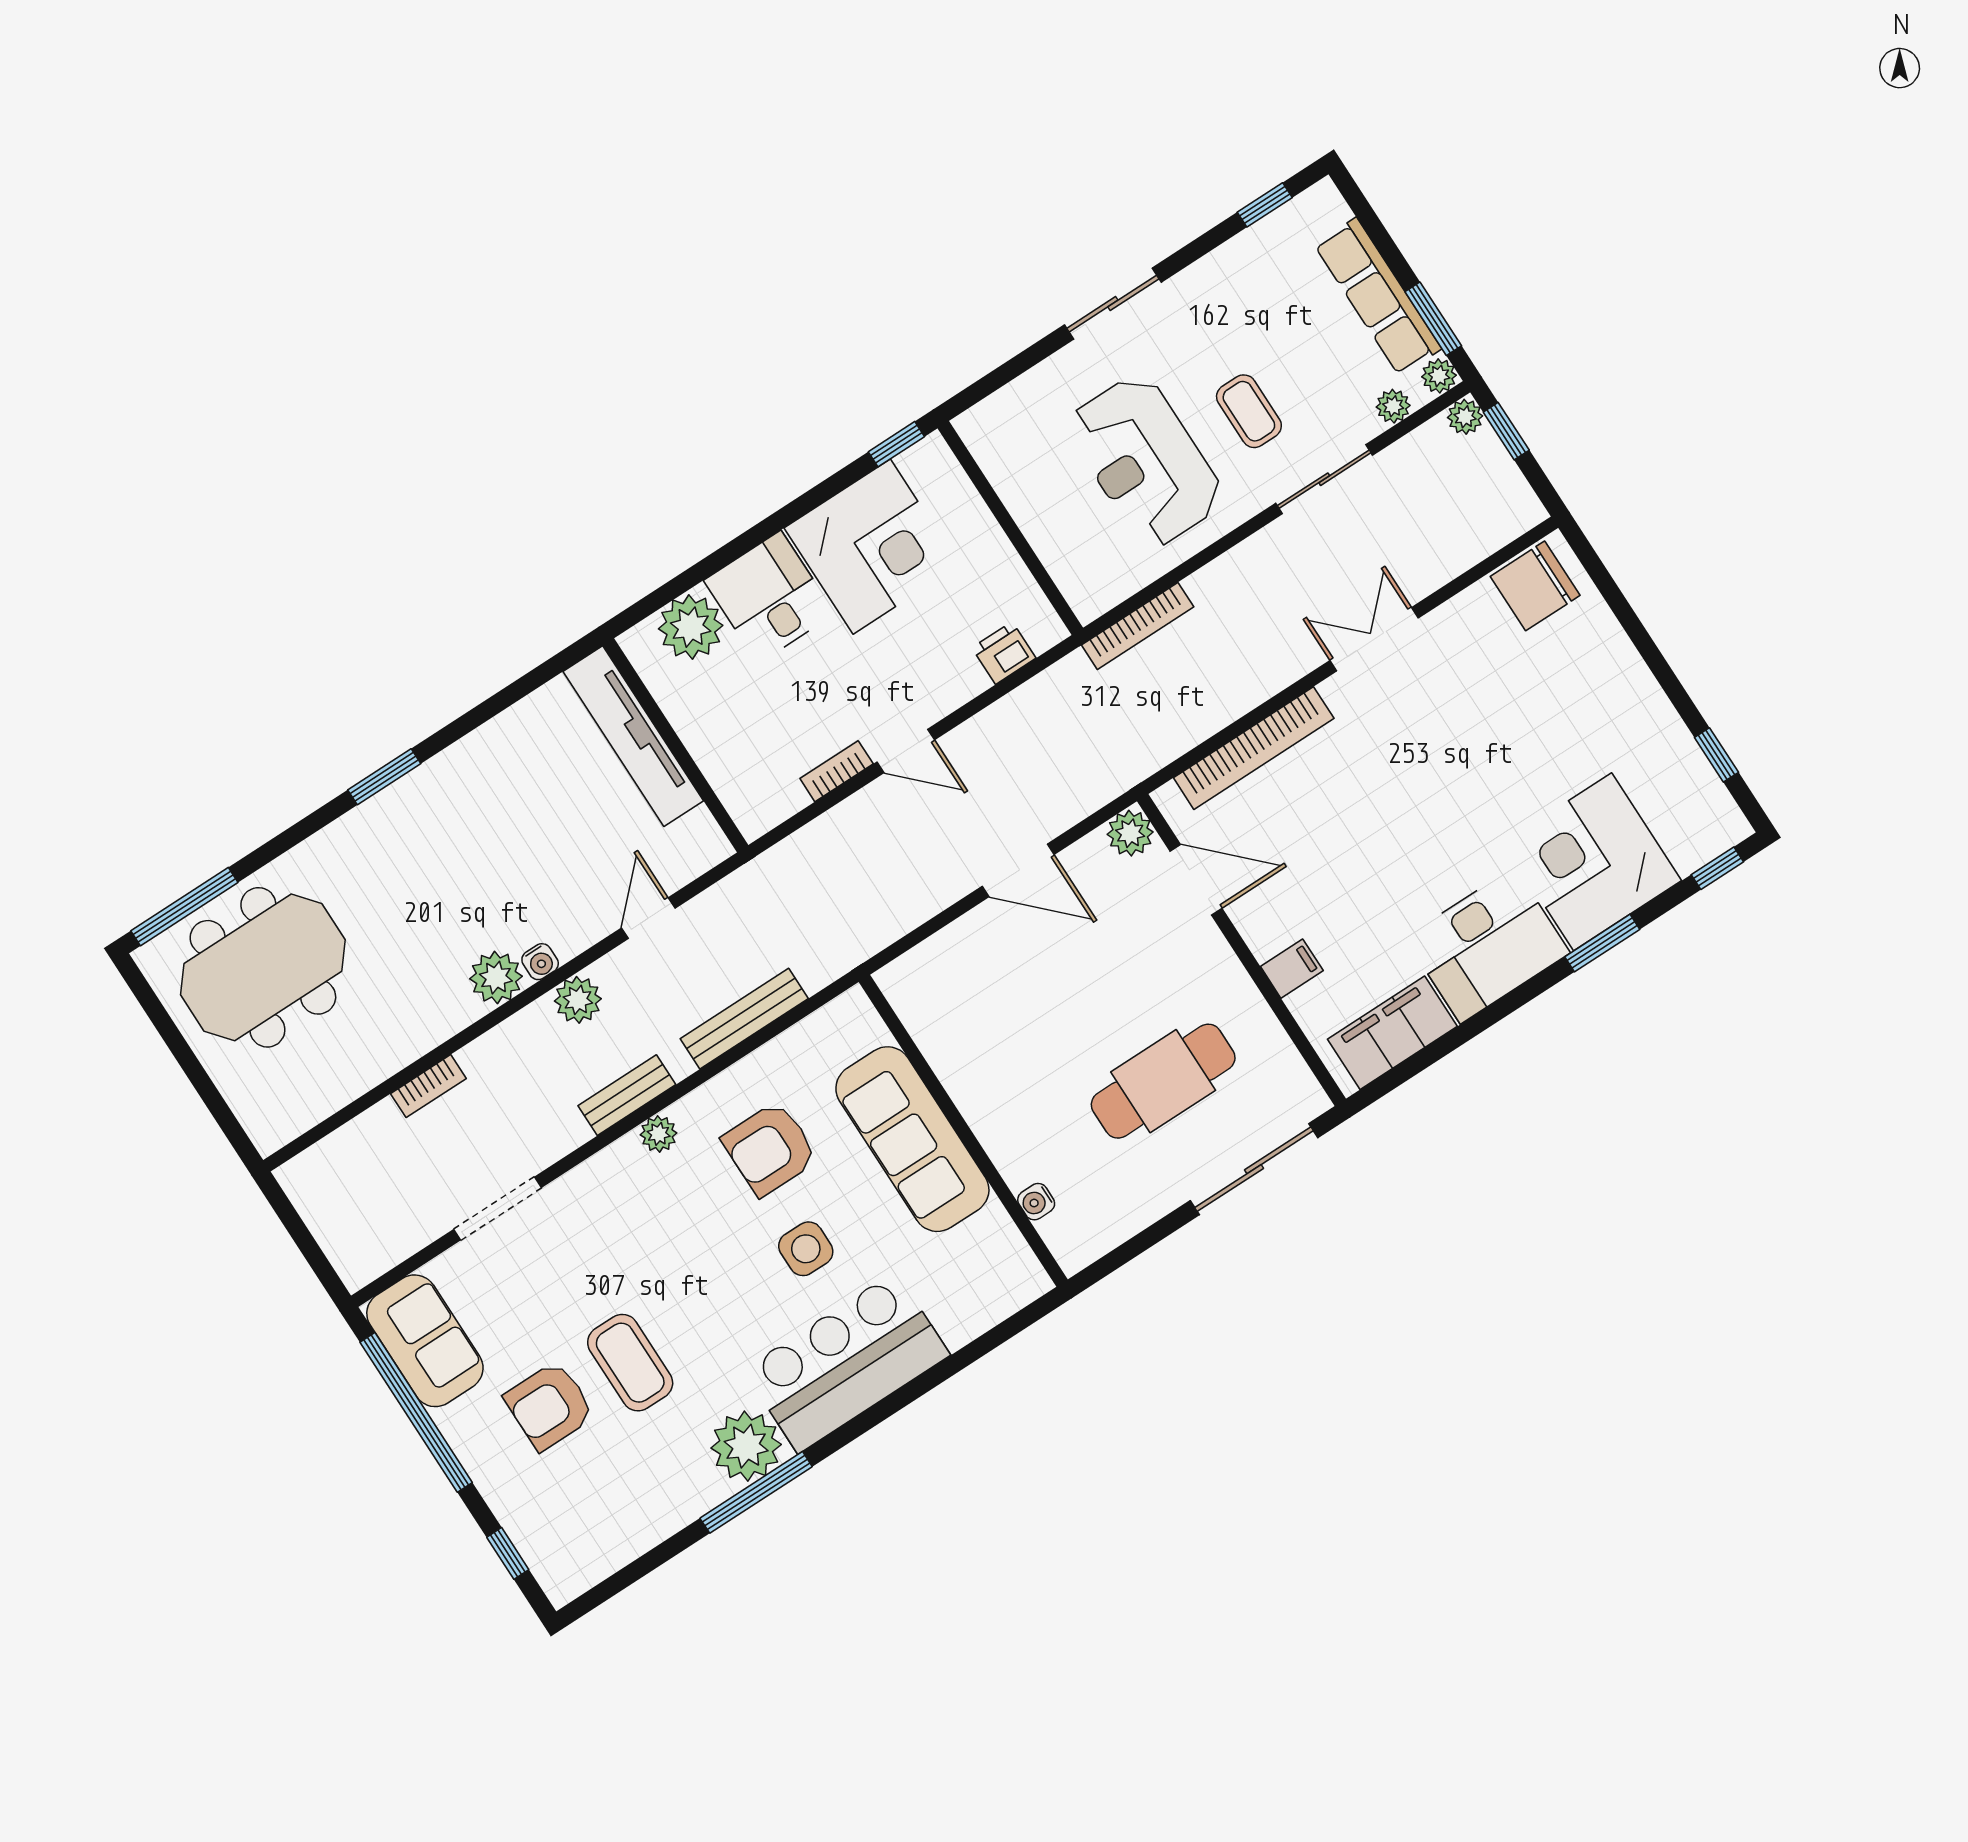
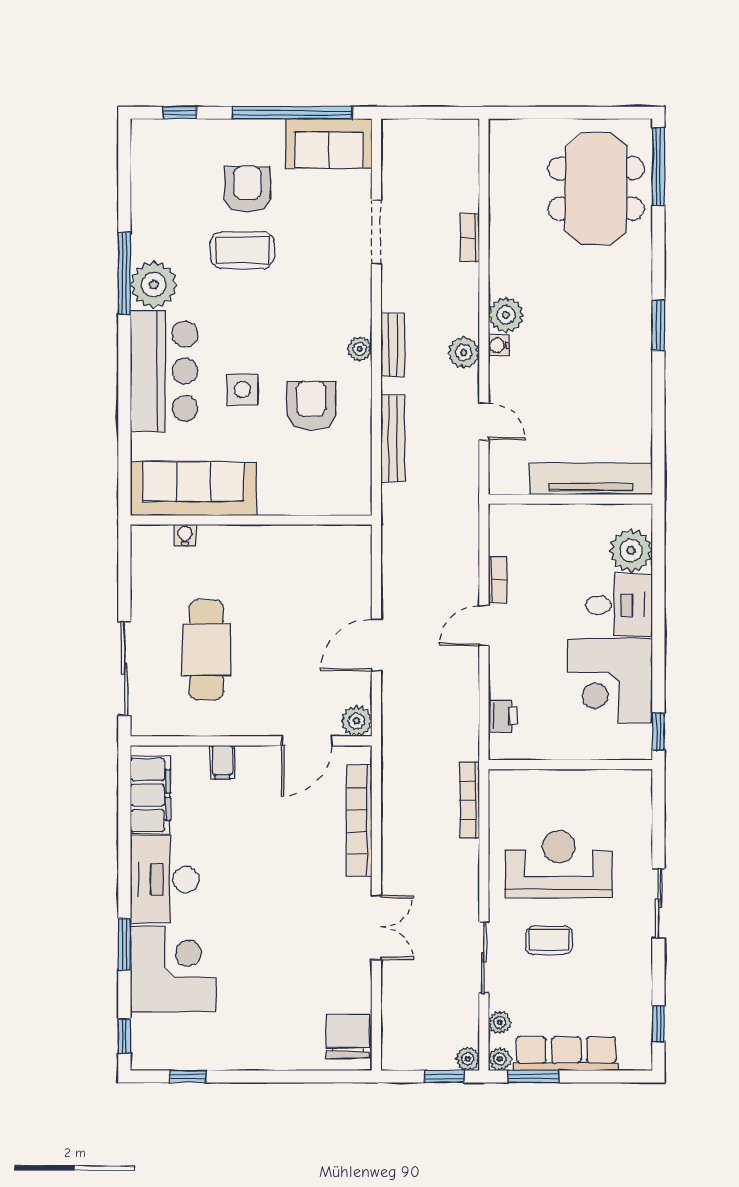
sofa: (912, 1139) -> (194, 489), moved

